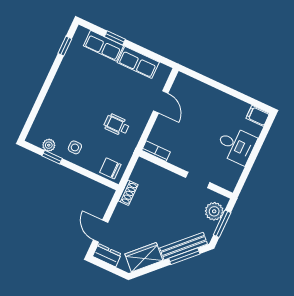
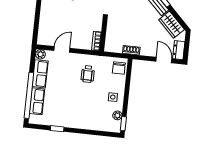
window: (115, 38) -> (29, 95), width x3.17
window: (65, 46) -> (57, 129), moved
plant: (164, 71) -> (40, 54), added
window: (52, 157) -> (123, 124), moved
door: (101, 231) -> (164, 60), swing flipped

